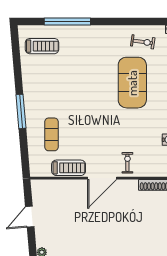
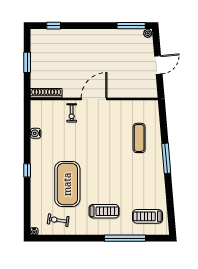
treadmill: (69, 168) -> (104, 211), moved, turned 180

